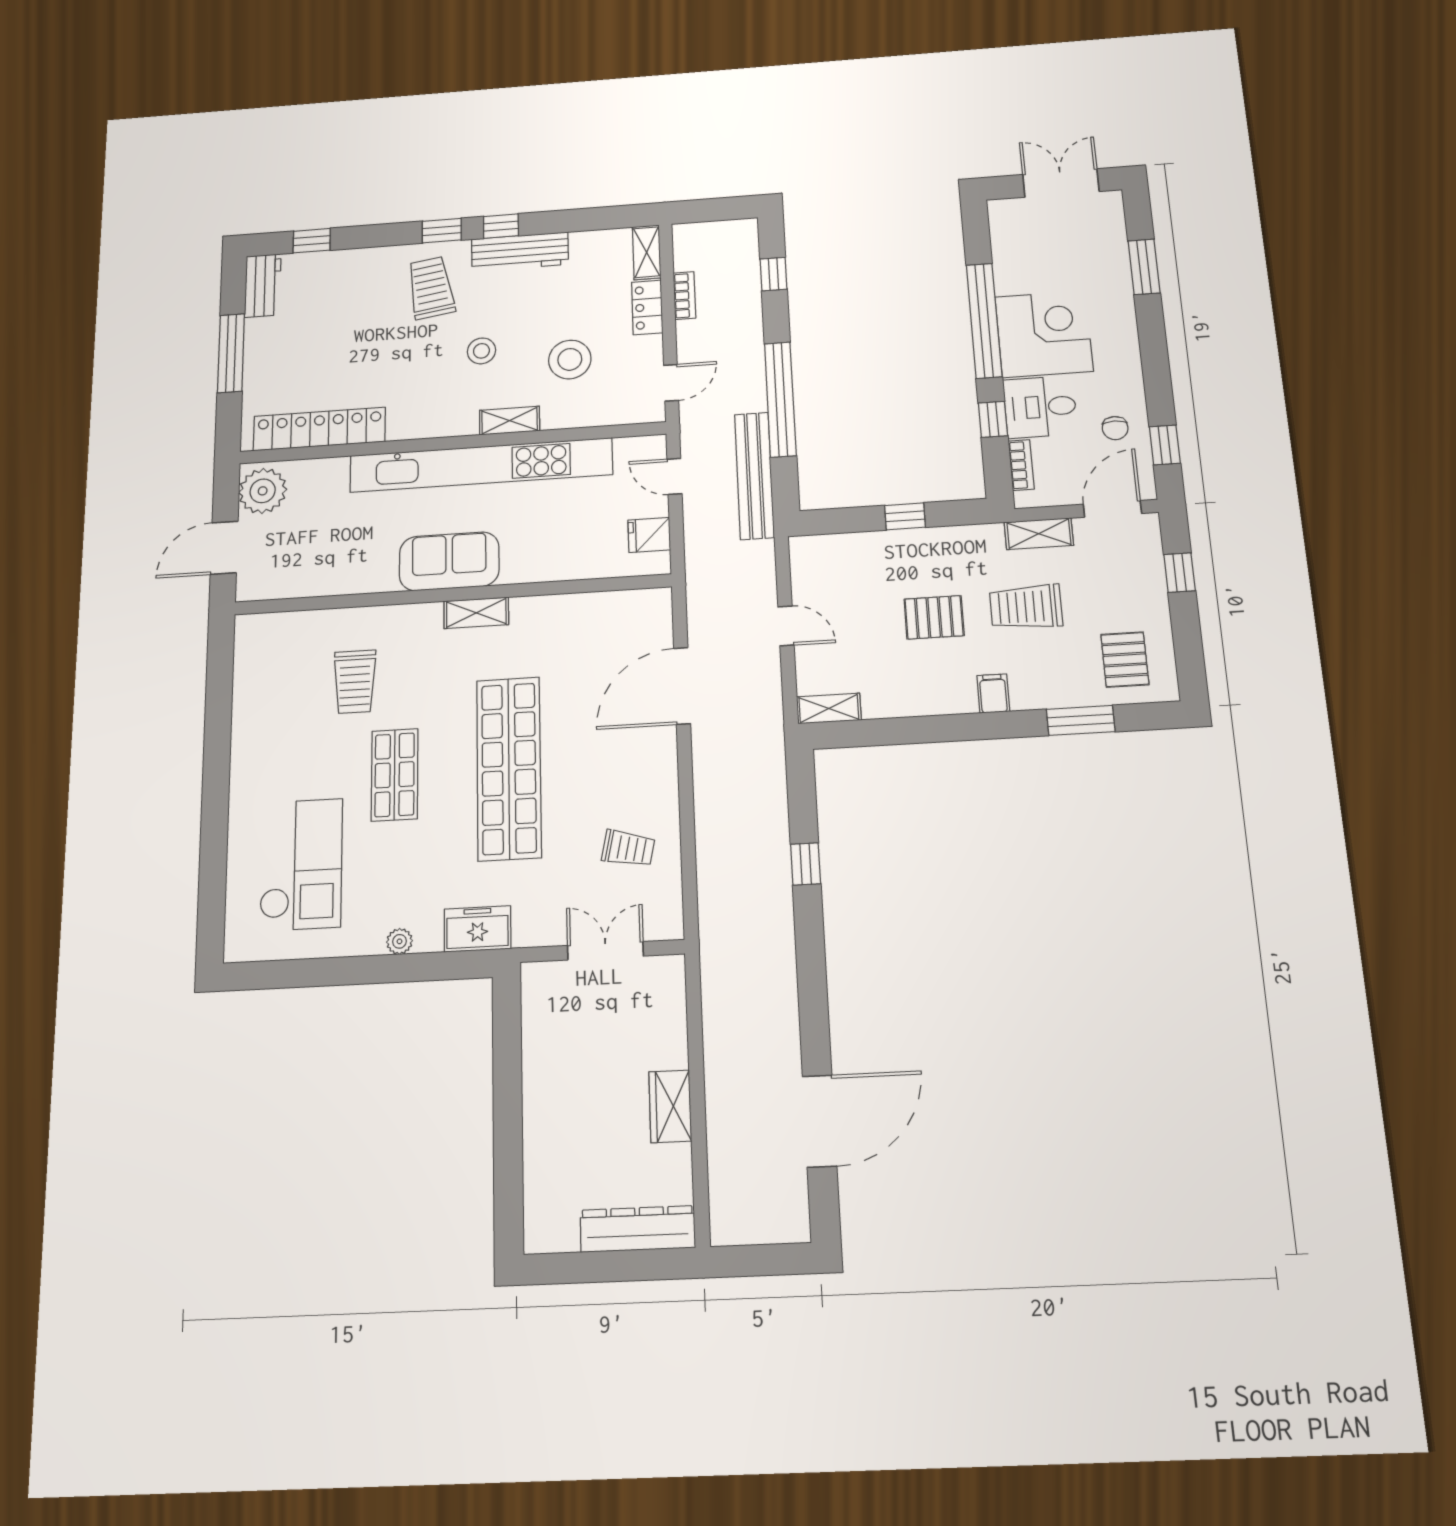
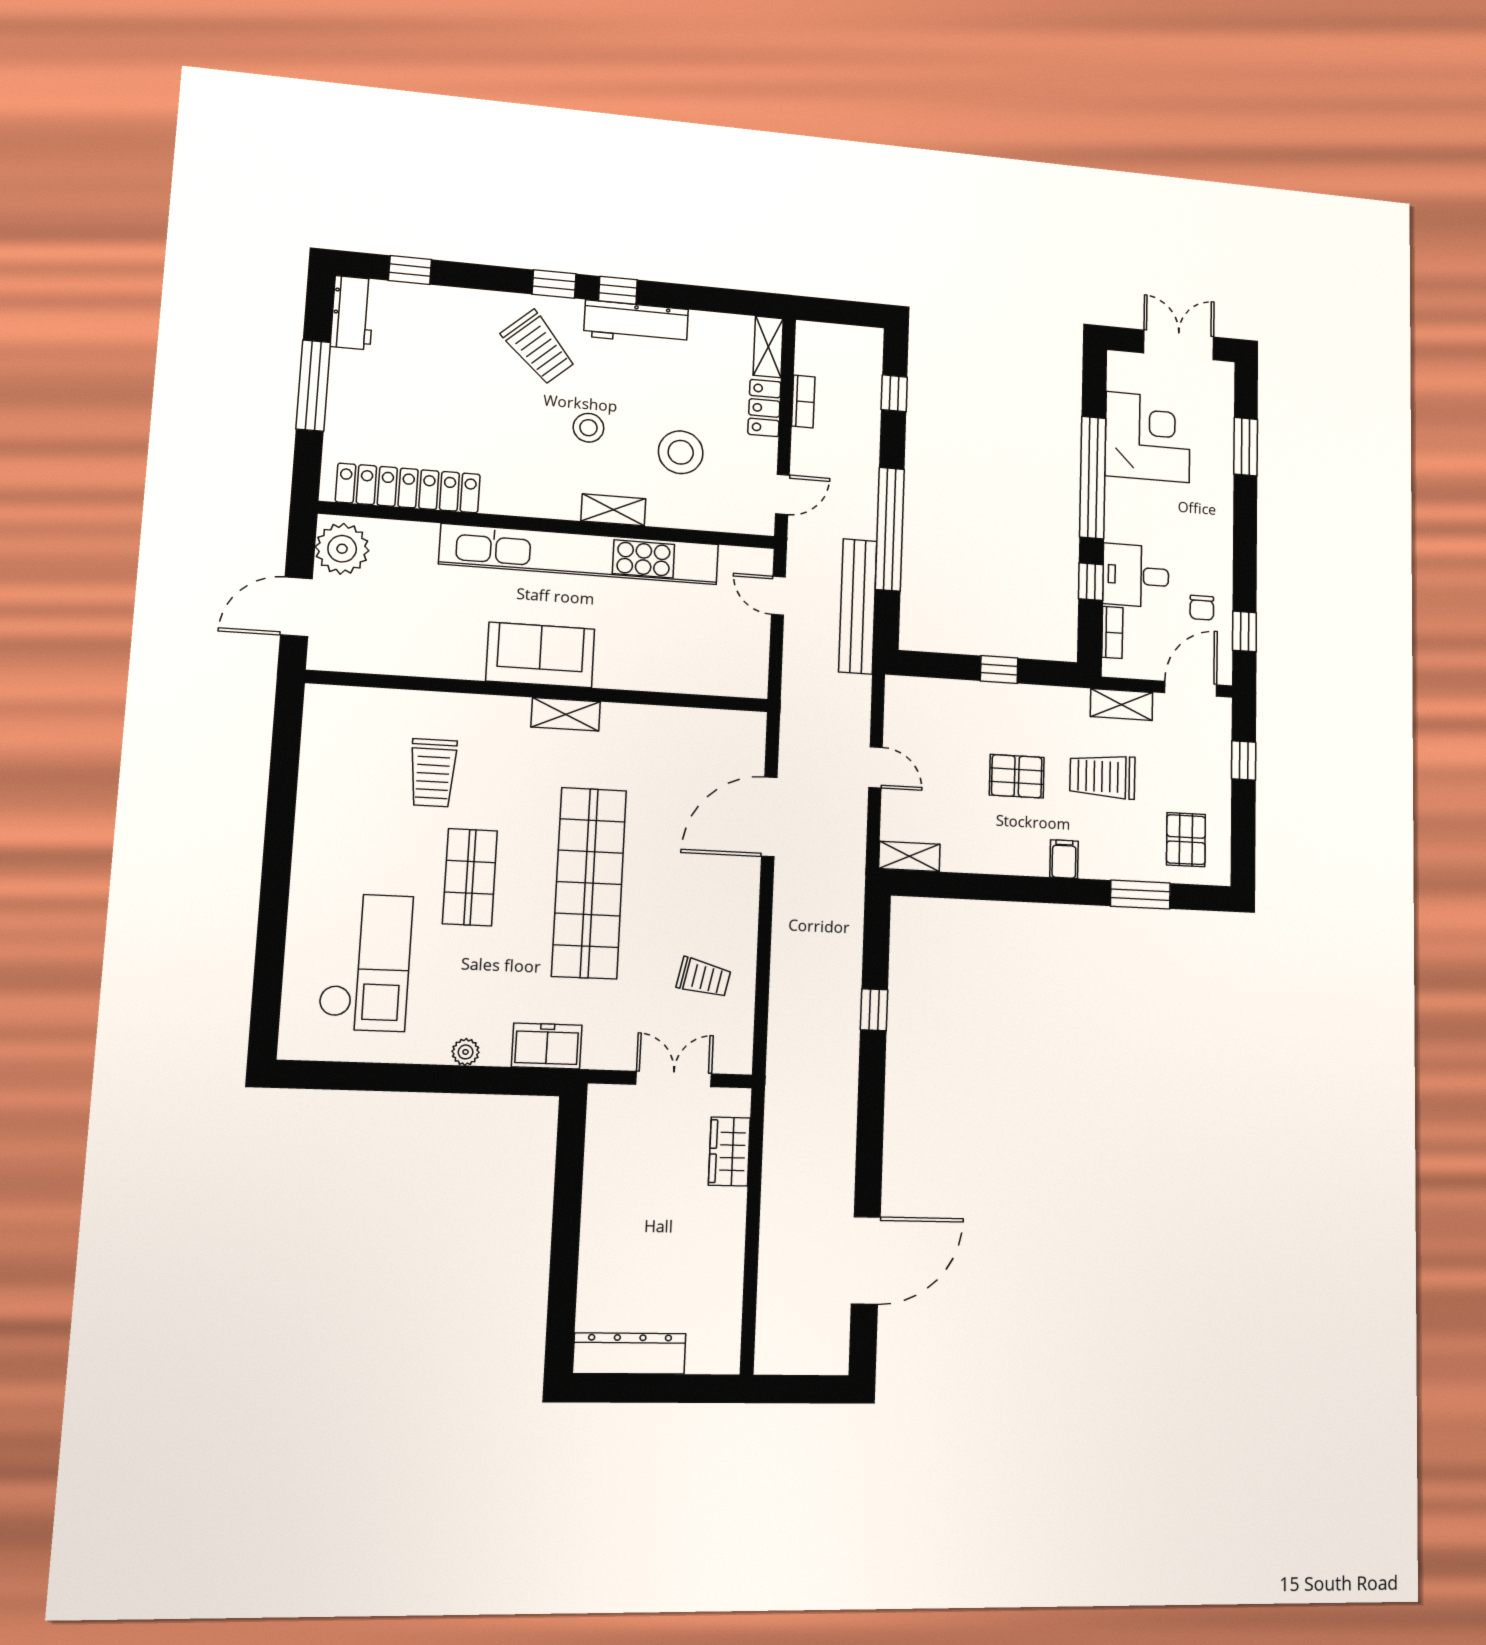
trolley: (431, 288) -> (538, 347), turned 147
corner desk: (1044, 334) -> (1148, 437), moved
fridge: (649, 535) -> (748, 654), removed
wardrobe: (670, 1106) -> (729, 1151), moved
dresser: (638, 1229) -> (629, 1353), moved

